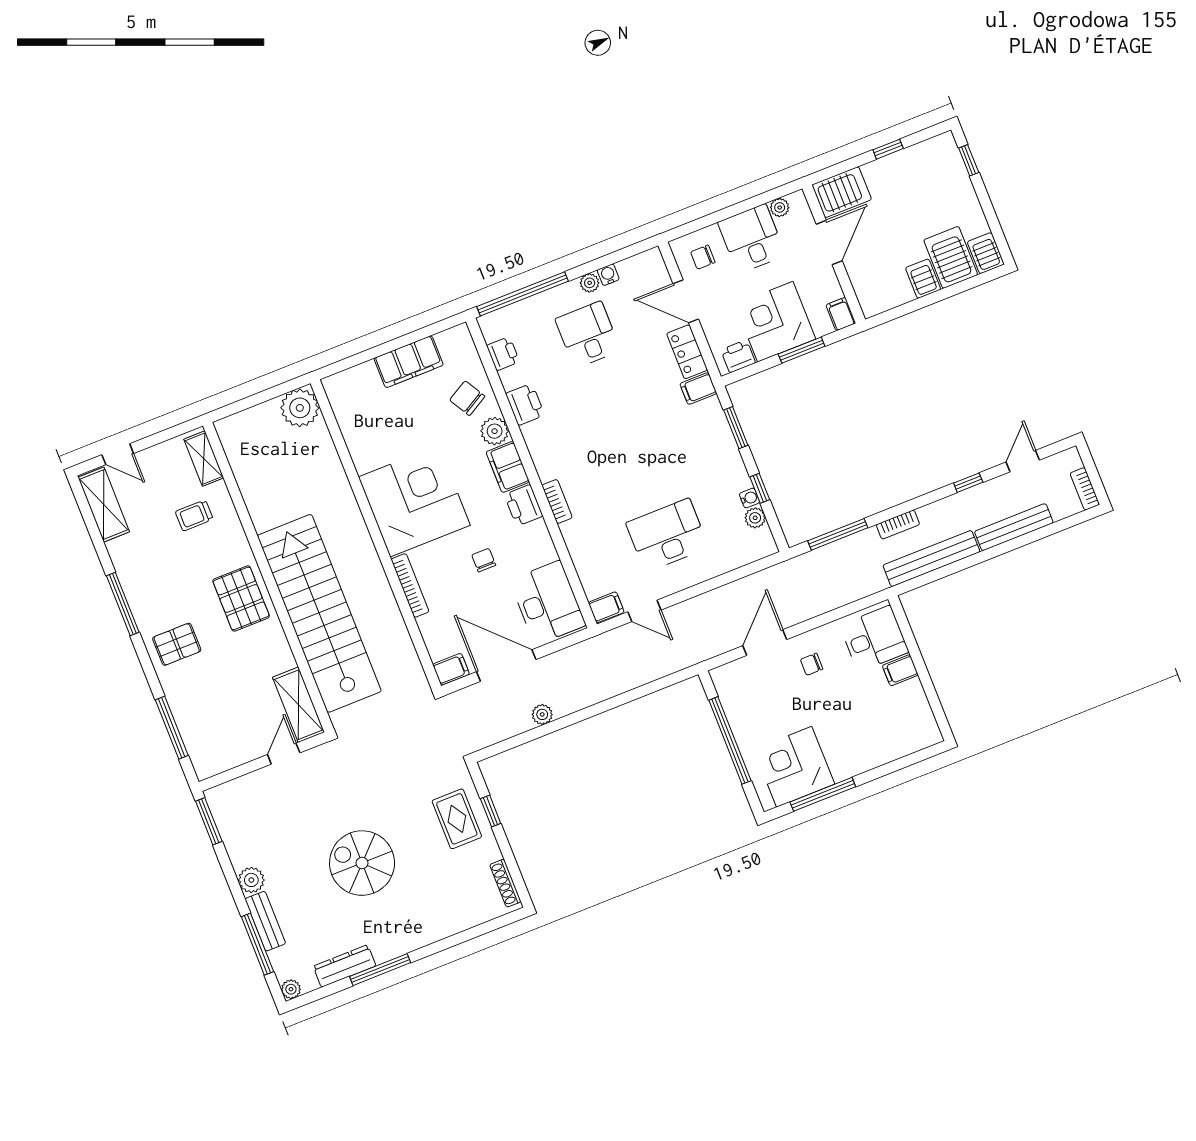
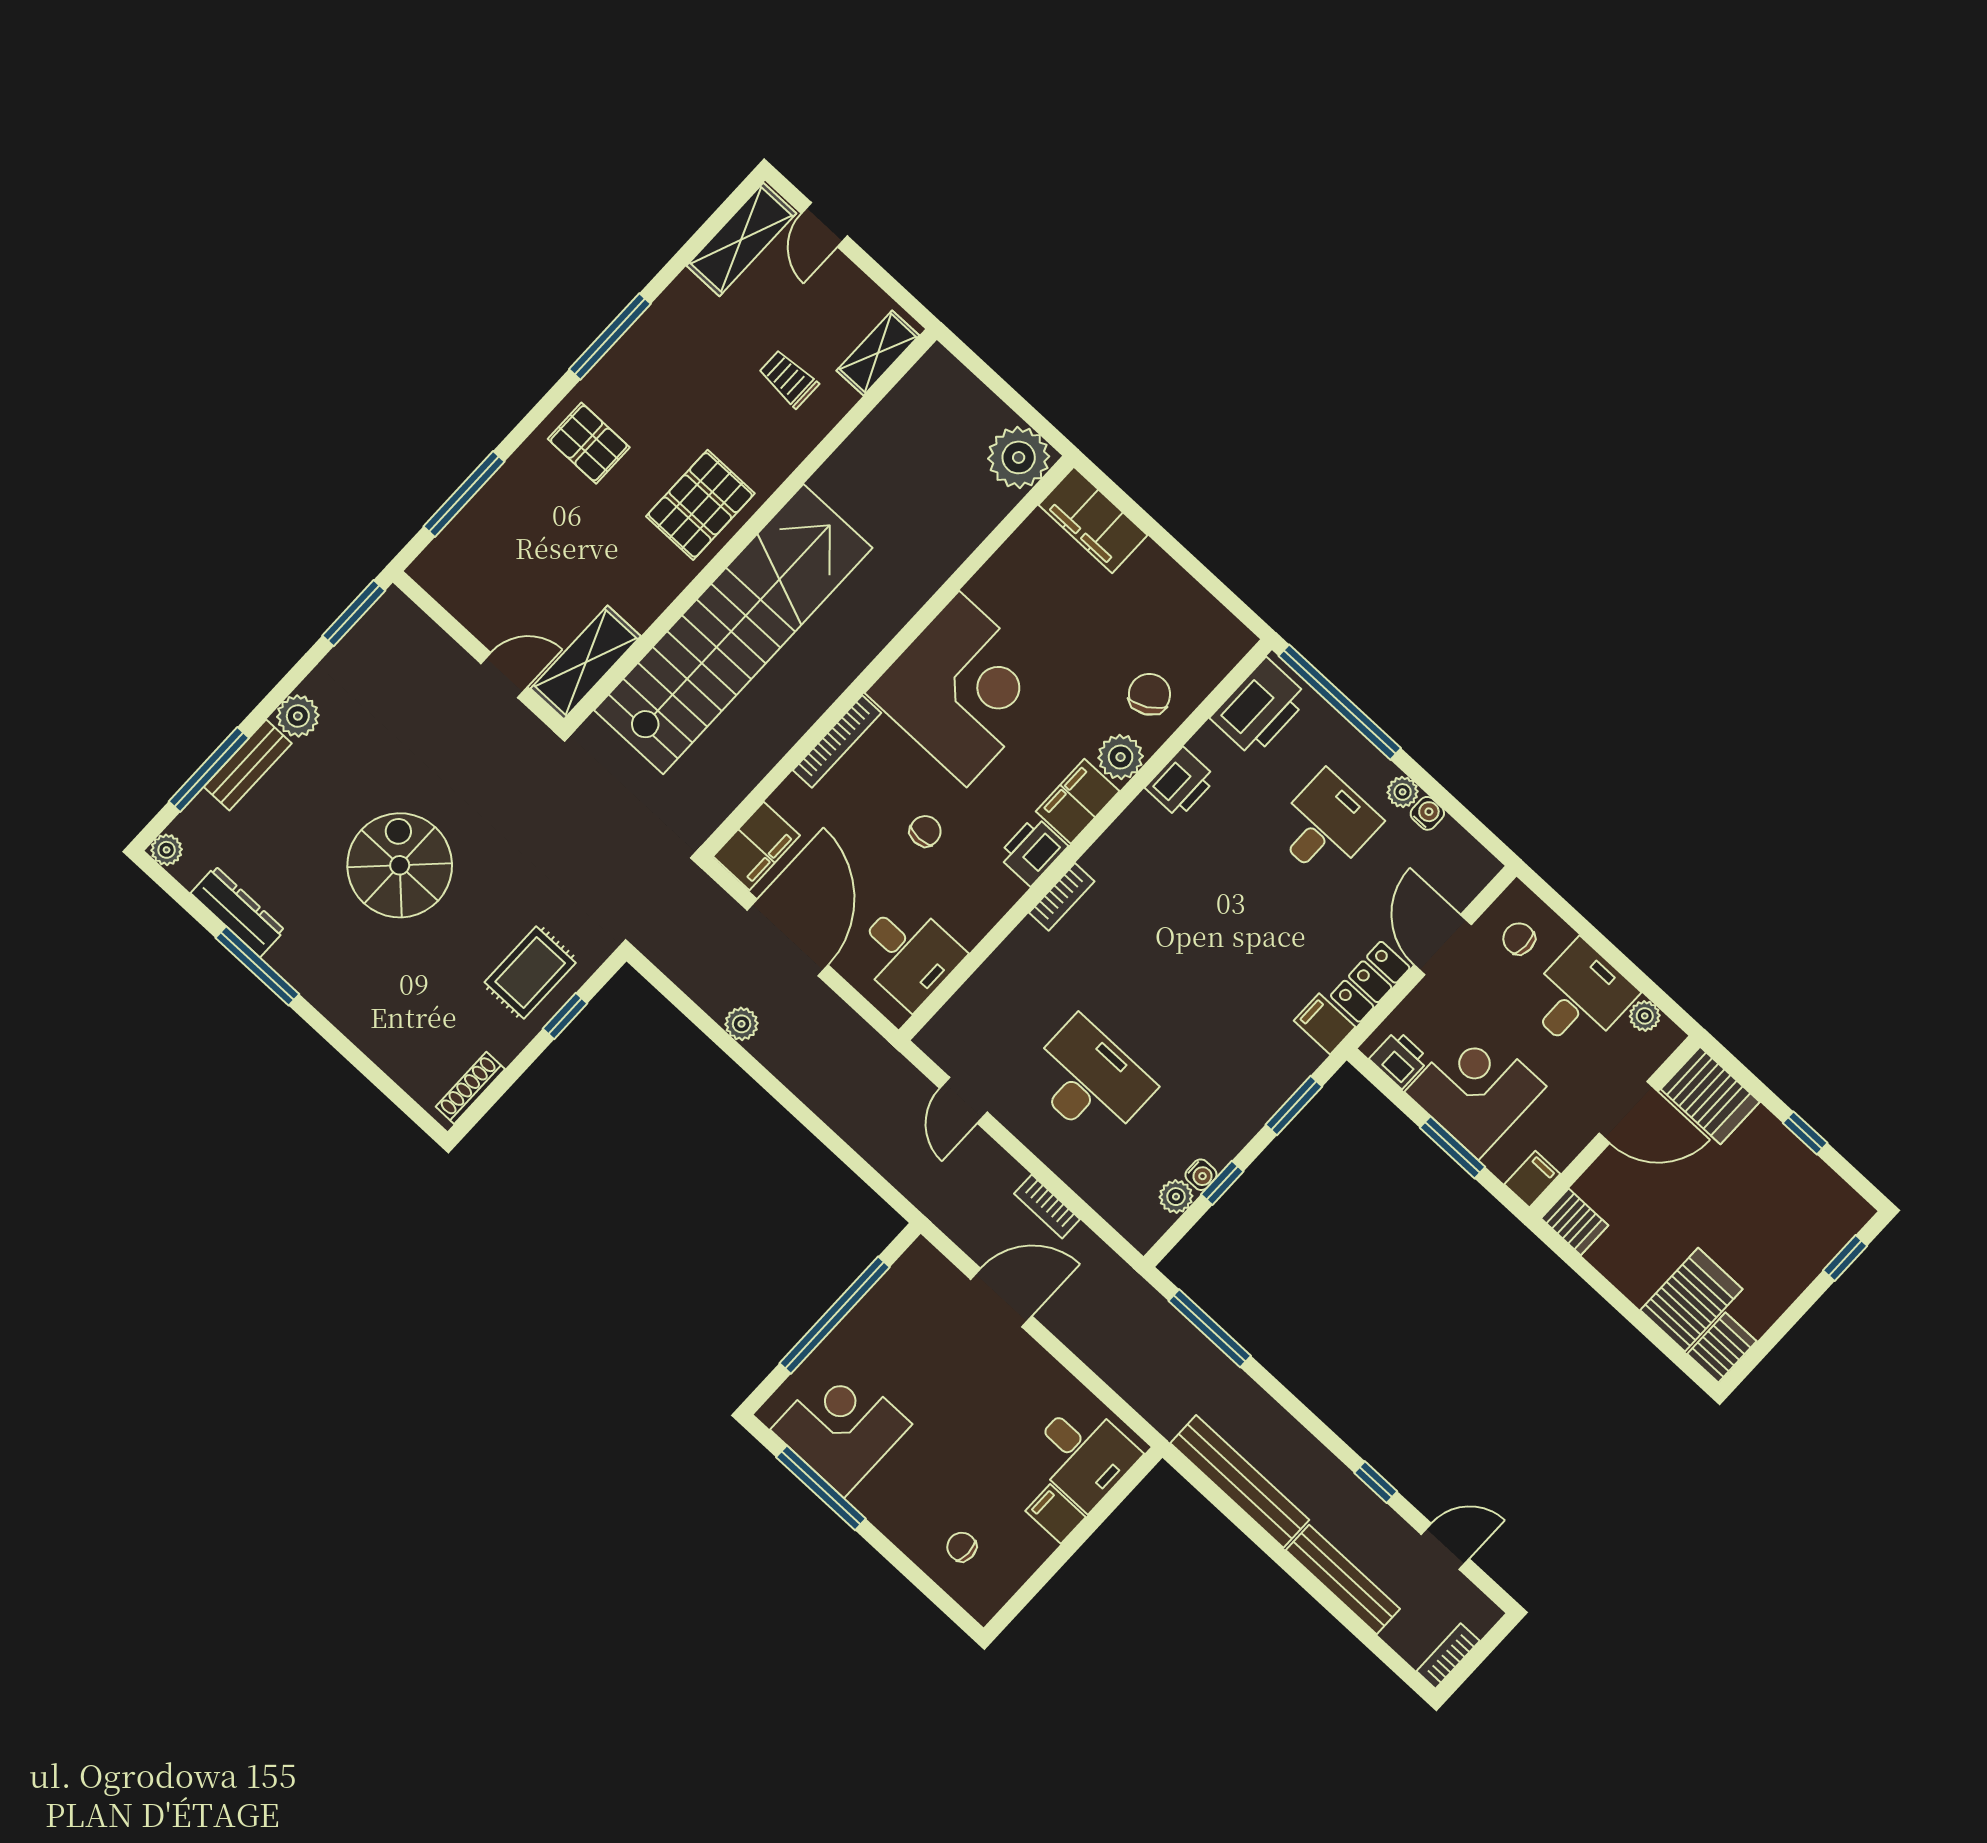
server rack: (923, 279) -> (1575, 1222), moved, turned 90
printer: (503, 354) -> (1260, 708), width x1.87, depth x1.48
filing cabinet: (409, 362) -> (1093, 520), moved
bookcase: (898, 525) -> (1047, 1206), moved
desk: (548, 603) -> (908, 954), width x0.73
filing cabinet: (606, 607) -> (942, 1042), removed
chair: (812, 664) -> (962, 1547), moved
filing cabinet: (451, 669) -> (756, 846), width x2.00

